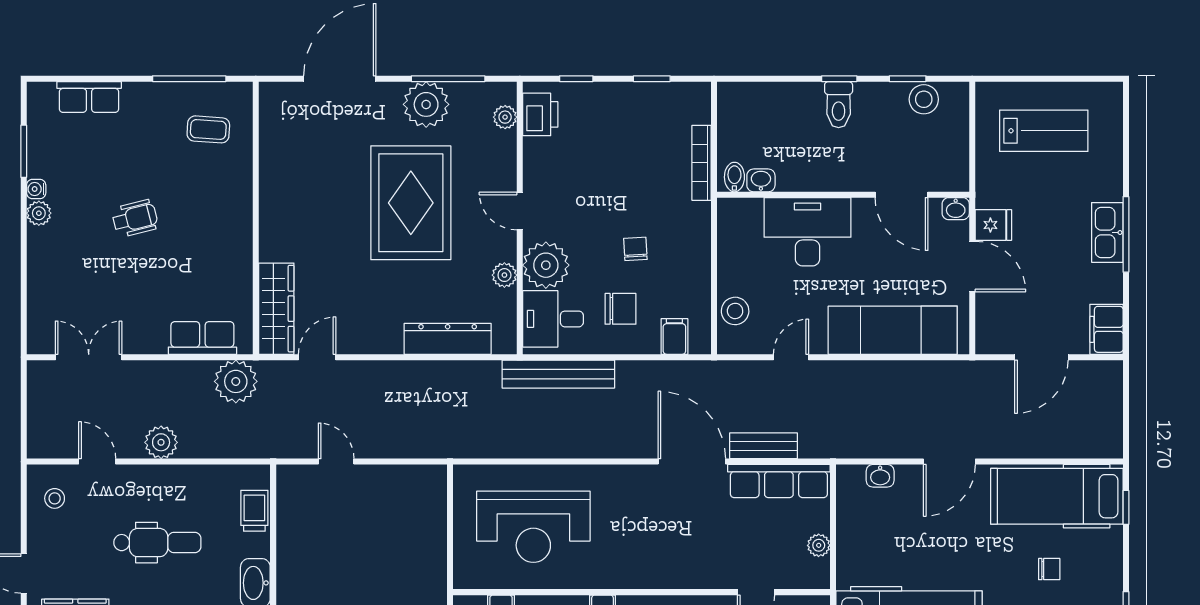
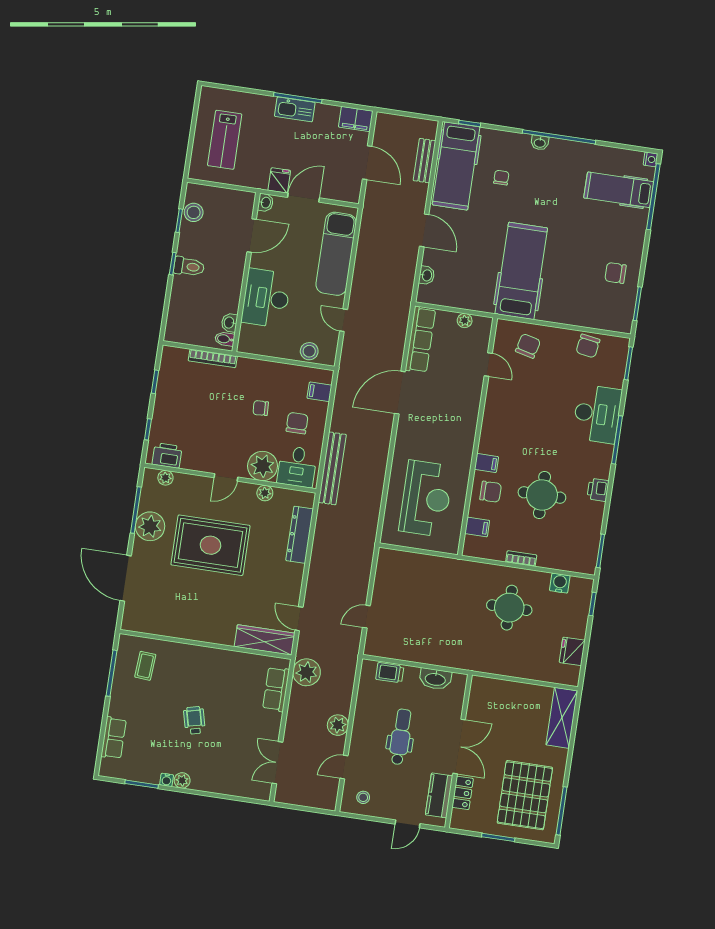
lab bench: (1044, 131) -> (225, 140), turned 180
bench: (764, 446) -> (424, 161), moved

